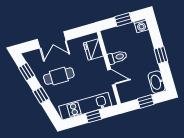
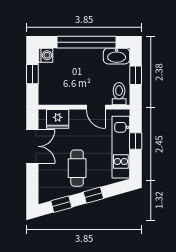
double door: (52, 40) -> (32, 146), moved
window: (161, 55) -> (87, 42), width x3.17
toilet: (117, 57) -> (119, 94), moved
door: (111, 77) -> (96, 107), swing flipped

